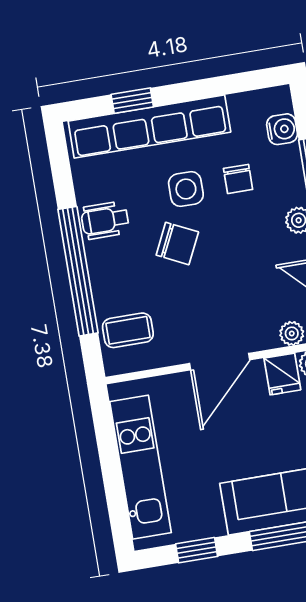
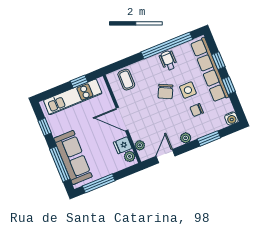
window: (197, 90) -> (229, 85), added
water cooler: (282, 129) -> (231, 119), moved
window: (78, 271) -> (167, 46), moved
window: (107, 444) -> (79, 81), added

